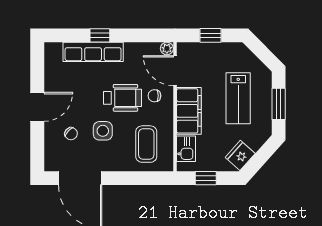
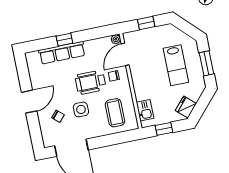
door: (175, 71) -> (125, 54), hinge flipped
wheelchair: (122, 98) -> (91, 82), turned 180
filing cabinet: (189, 111) -> (141, 82), removed

